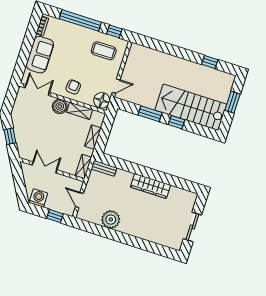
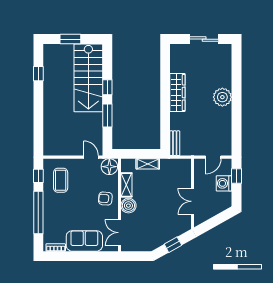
shelving: (83, 167) -> (179, 164), removed
washing machine: (38, 198) -> (224, 183), moved
plant: (111, 220) -> (222, 97), moved

